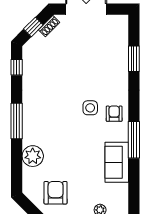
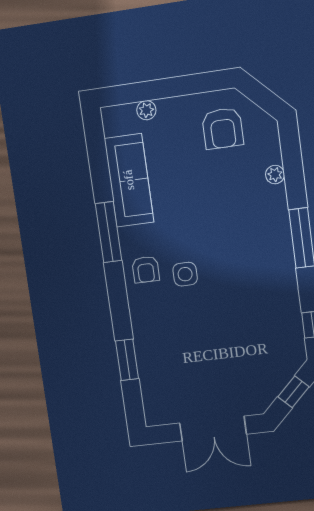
shoe rack: (49, 26) -> (268, 396), removed
plant: (33, 156) -> (275, 175), width x0.53, depth x0.53
sofa: (117, 162) -> (129, 180), width x1.36

